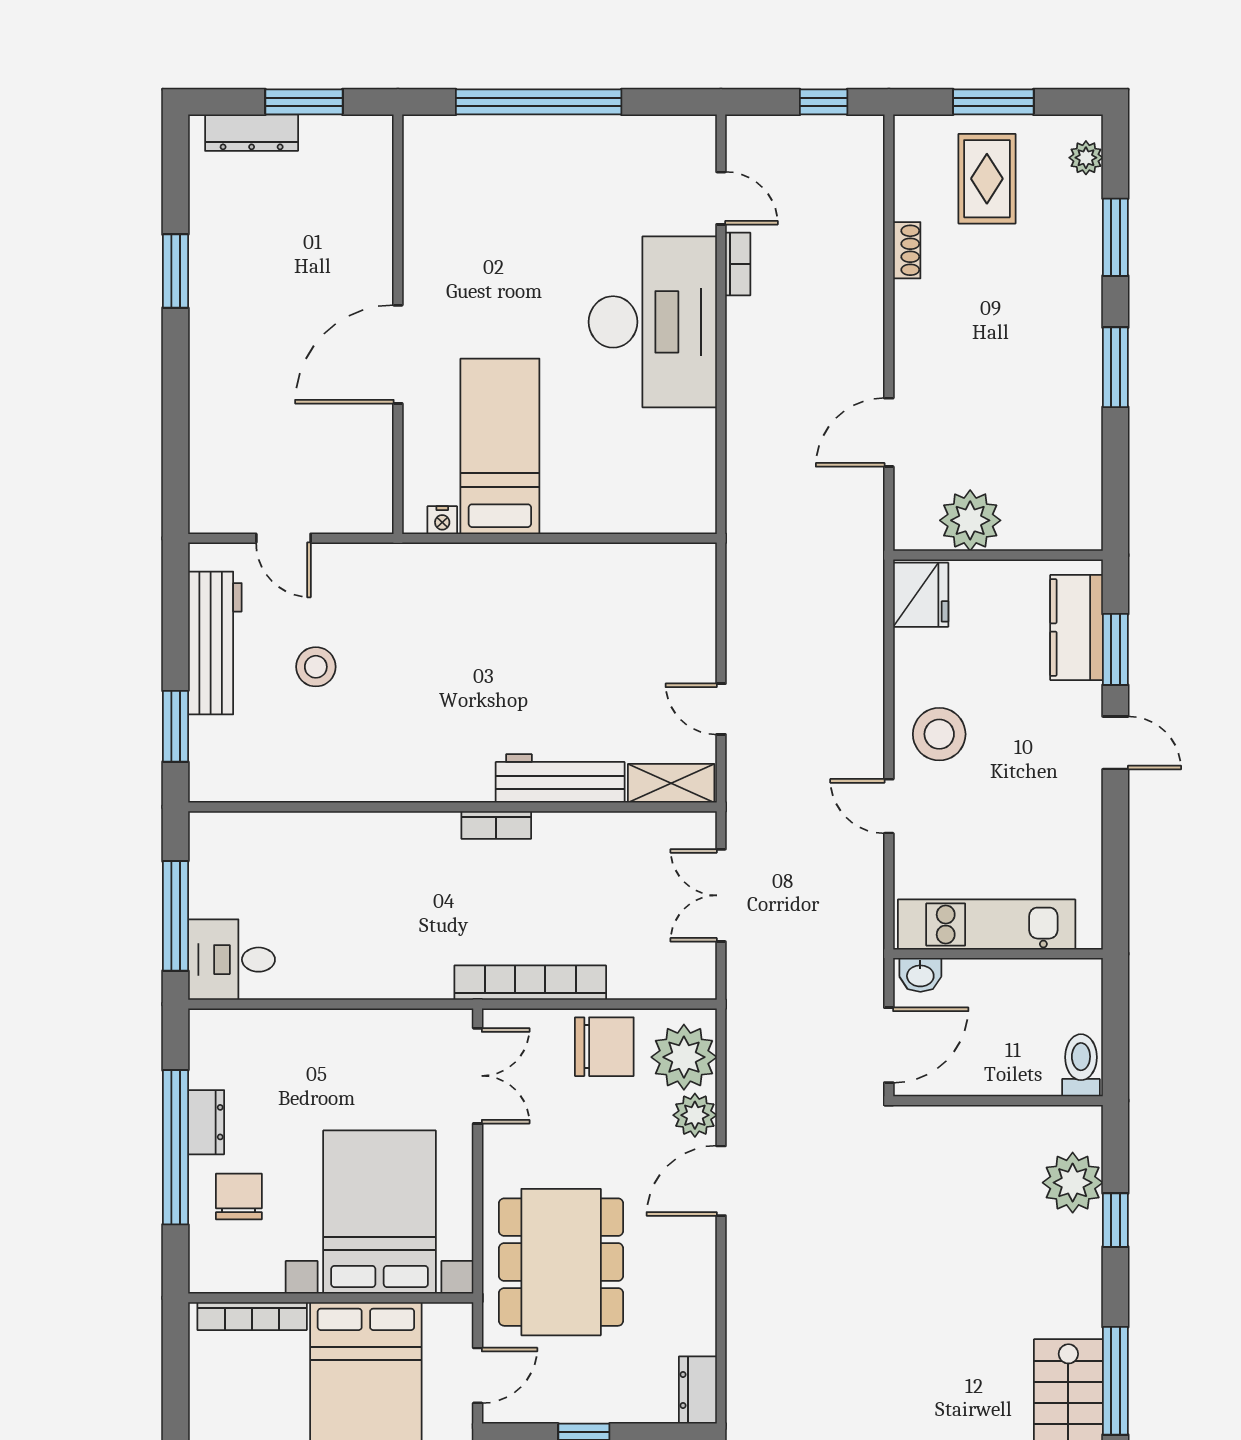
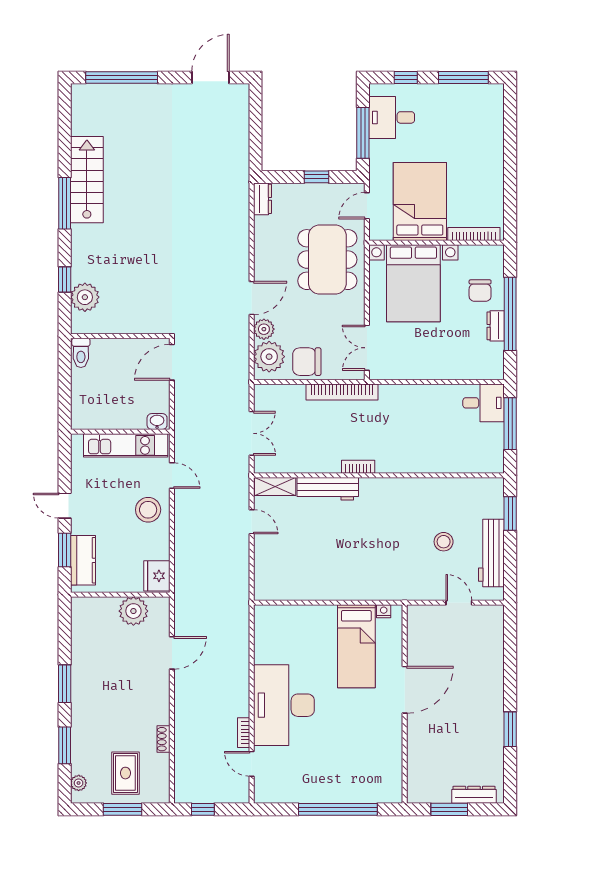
kitchen unit: (987, 925) -> (126, 445), moved
wall: (998, 954) -> (120, 432), moved
washbasin: (920, 975) -> (157, 421), moved

